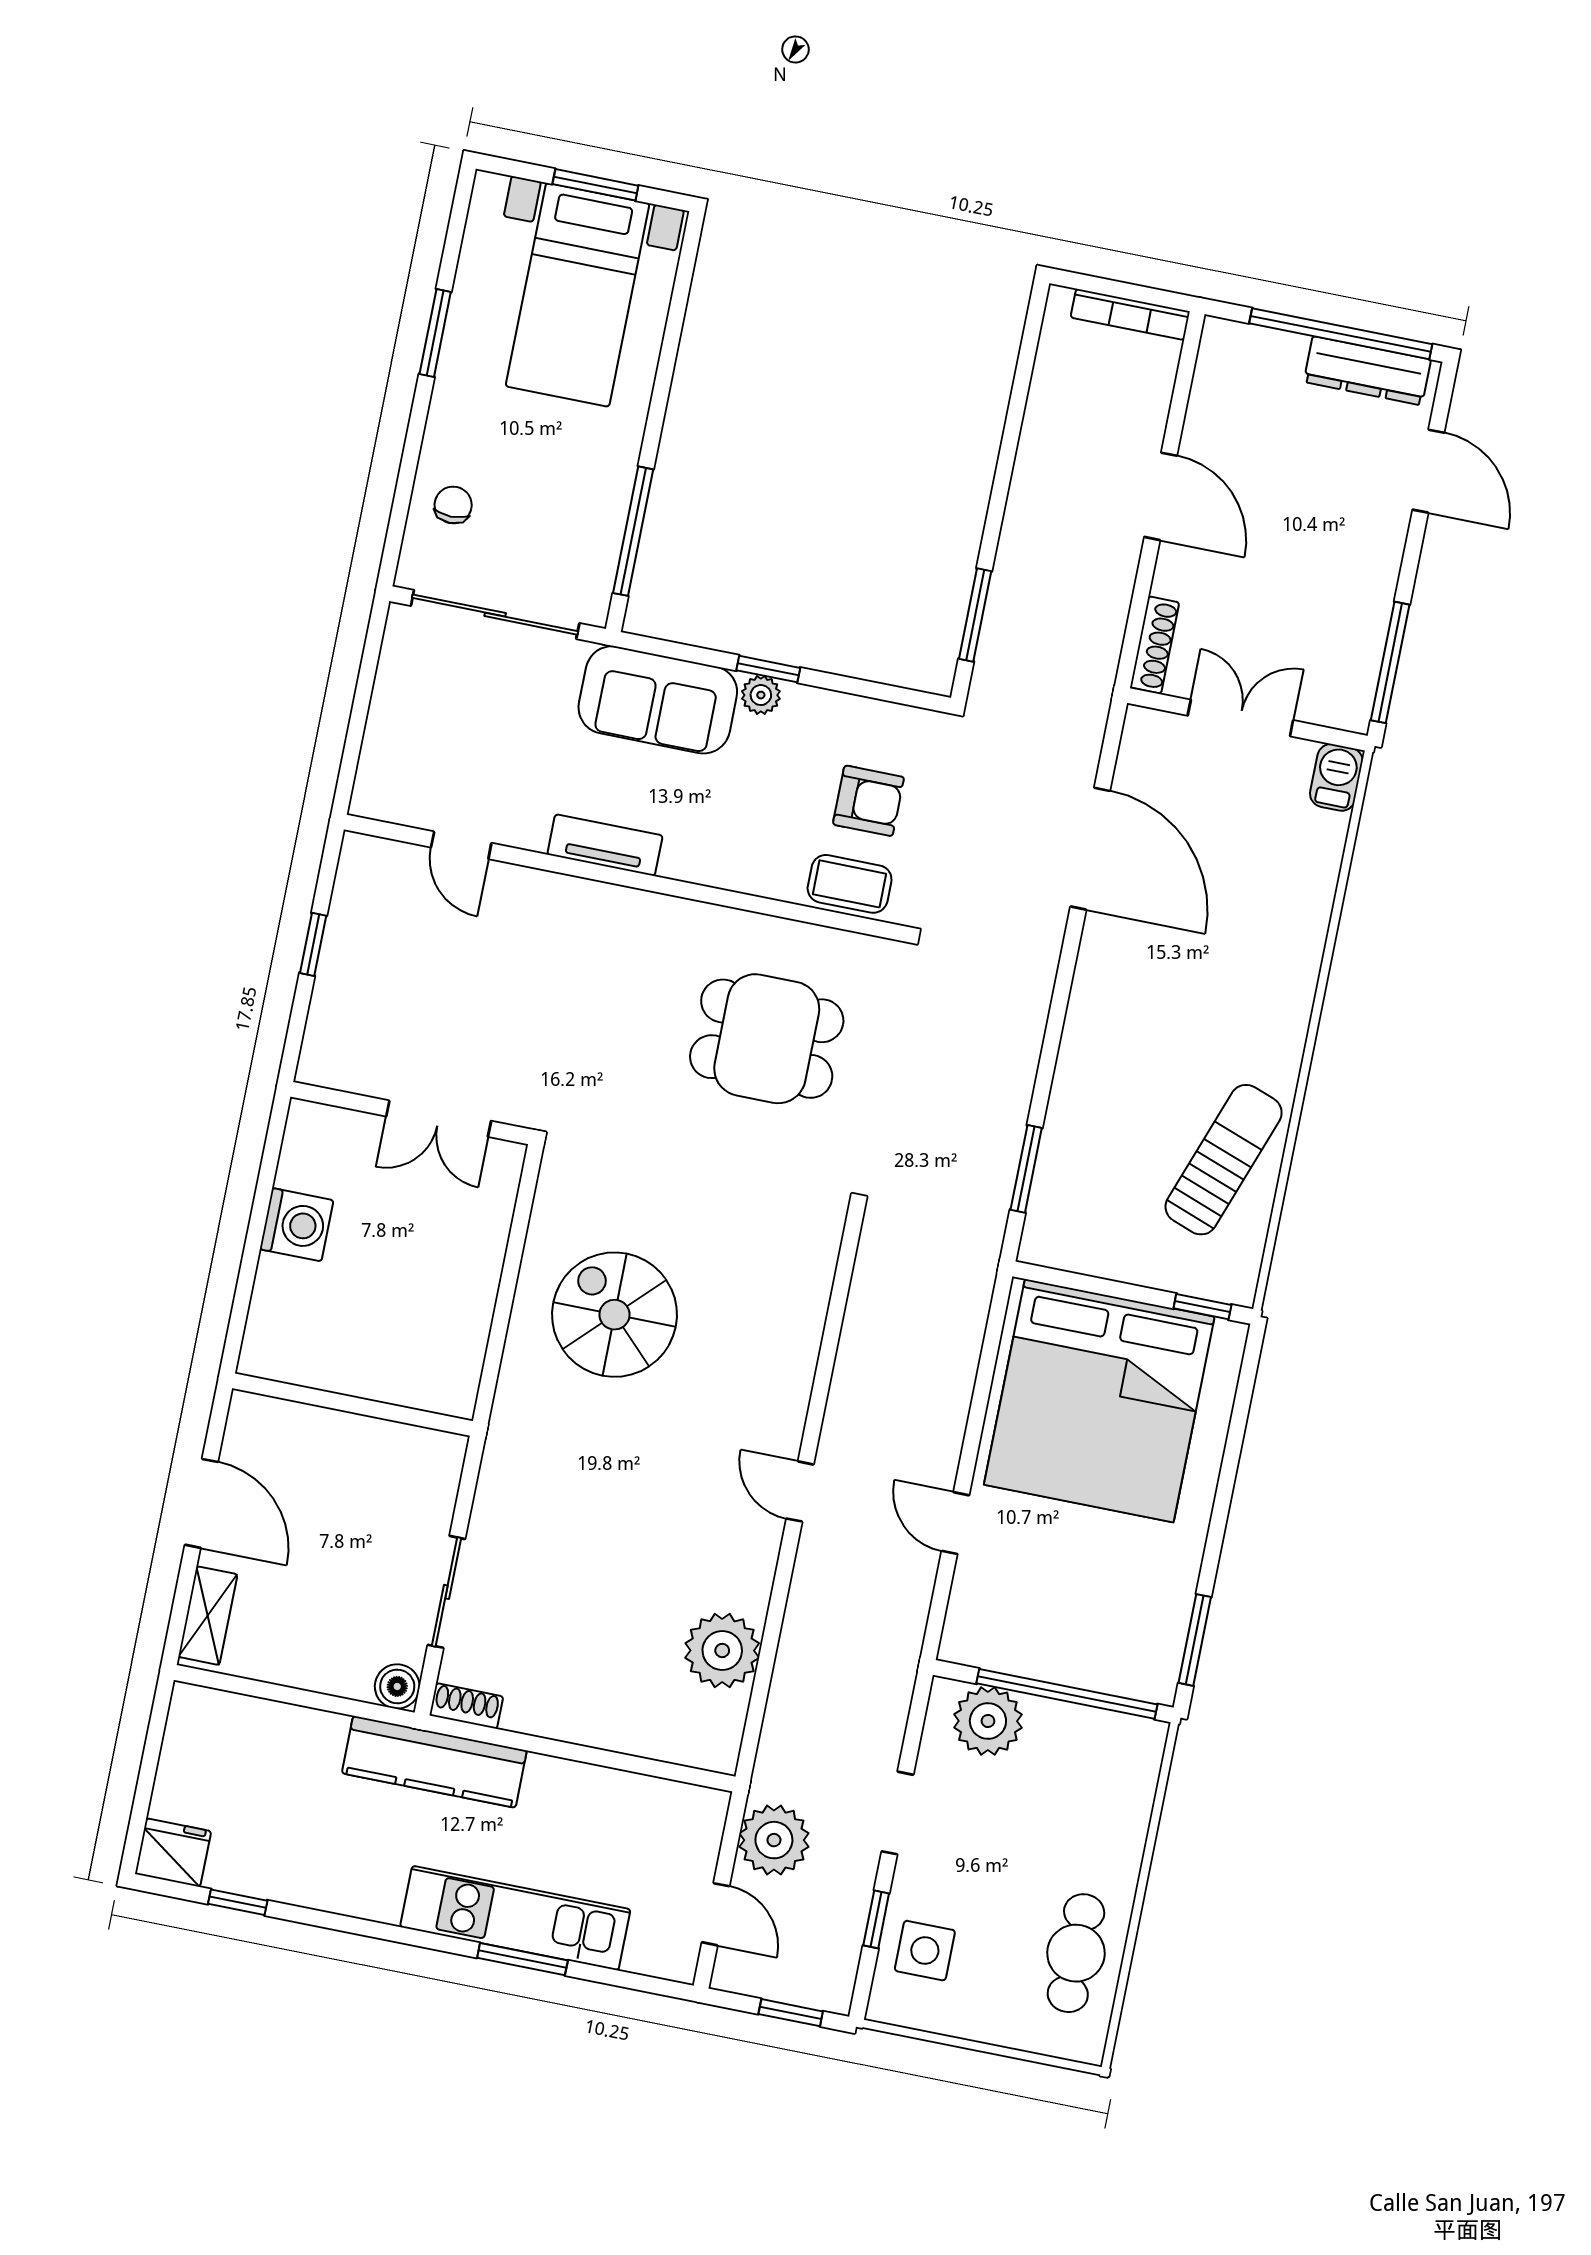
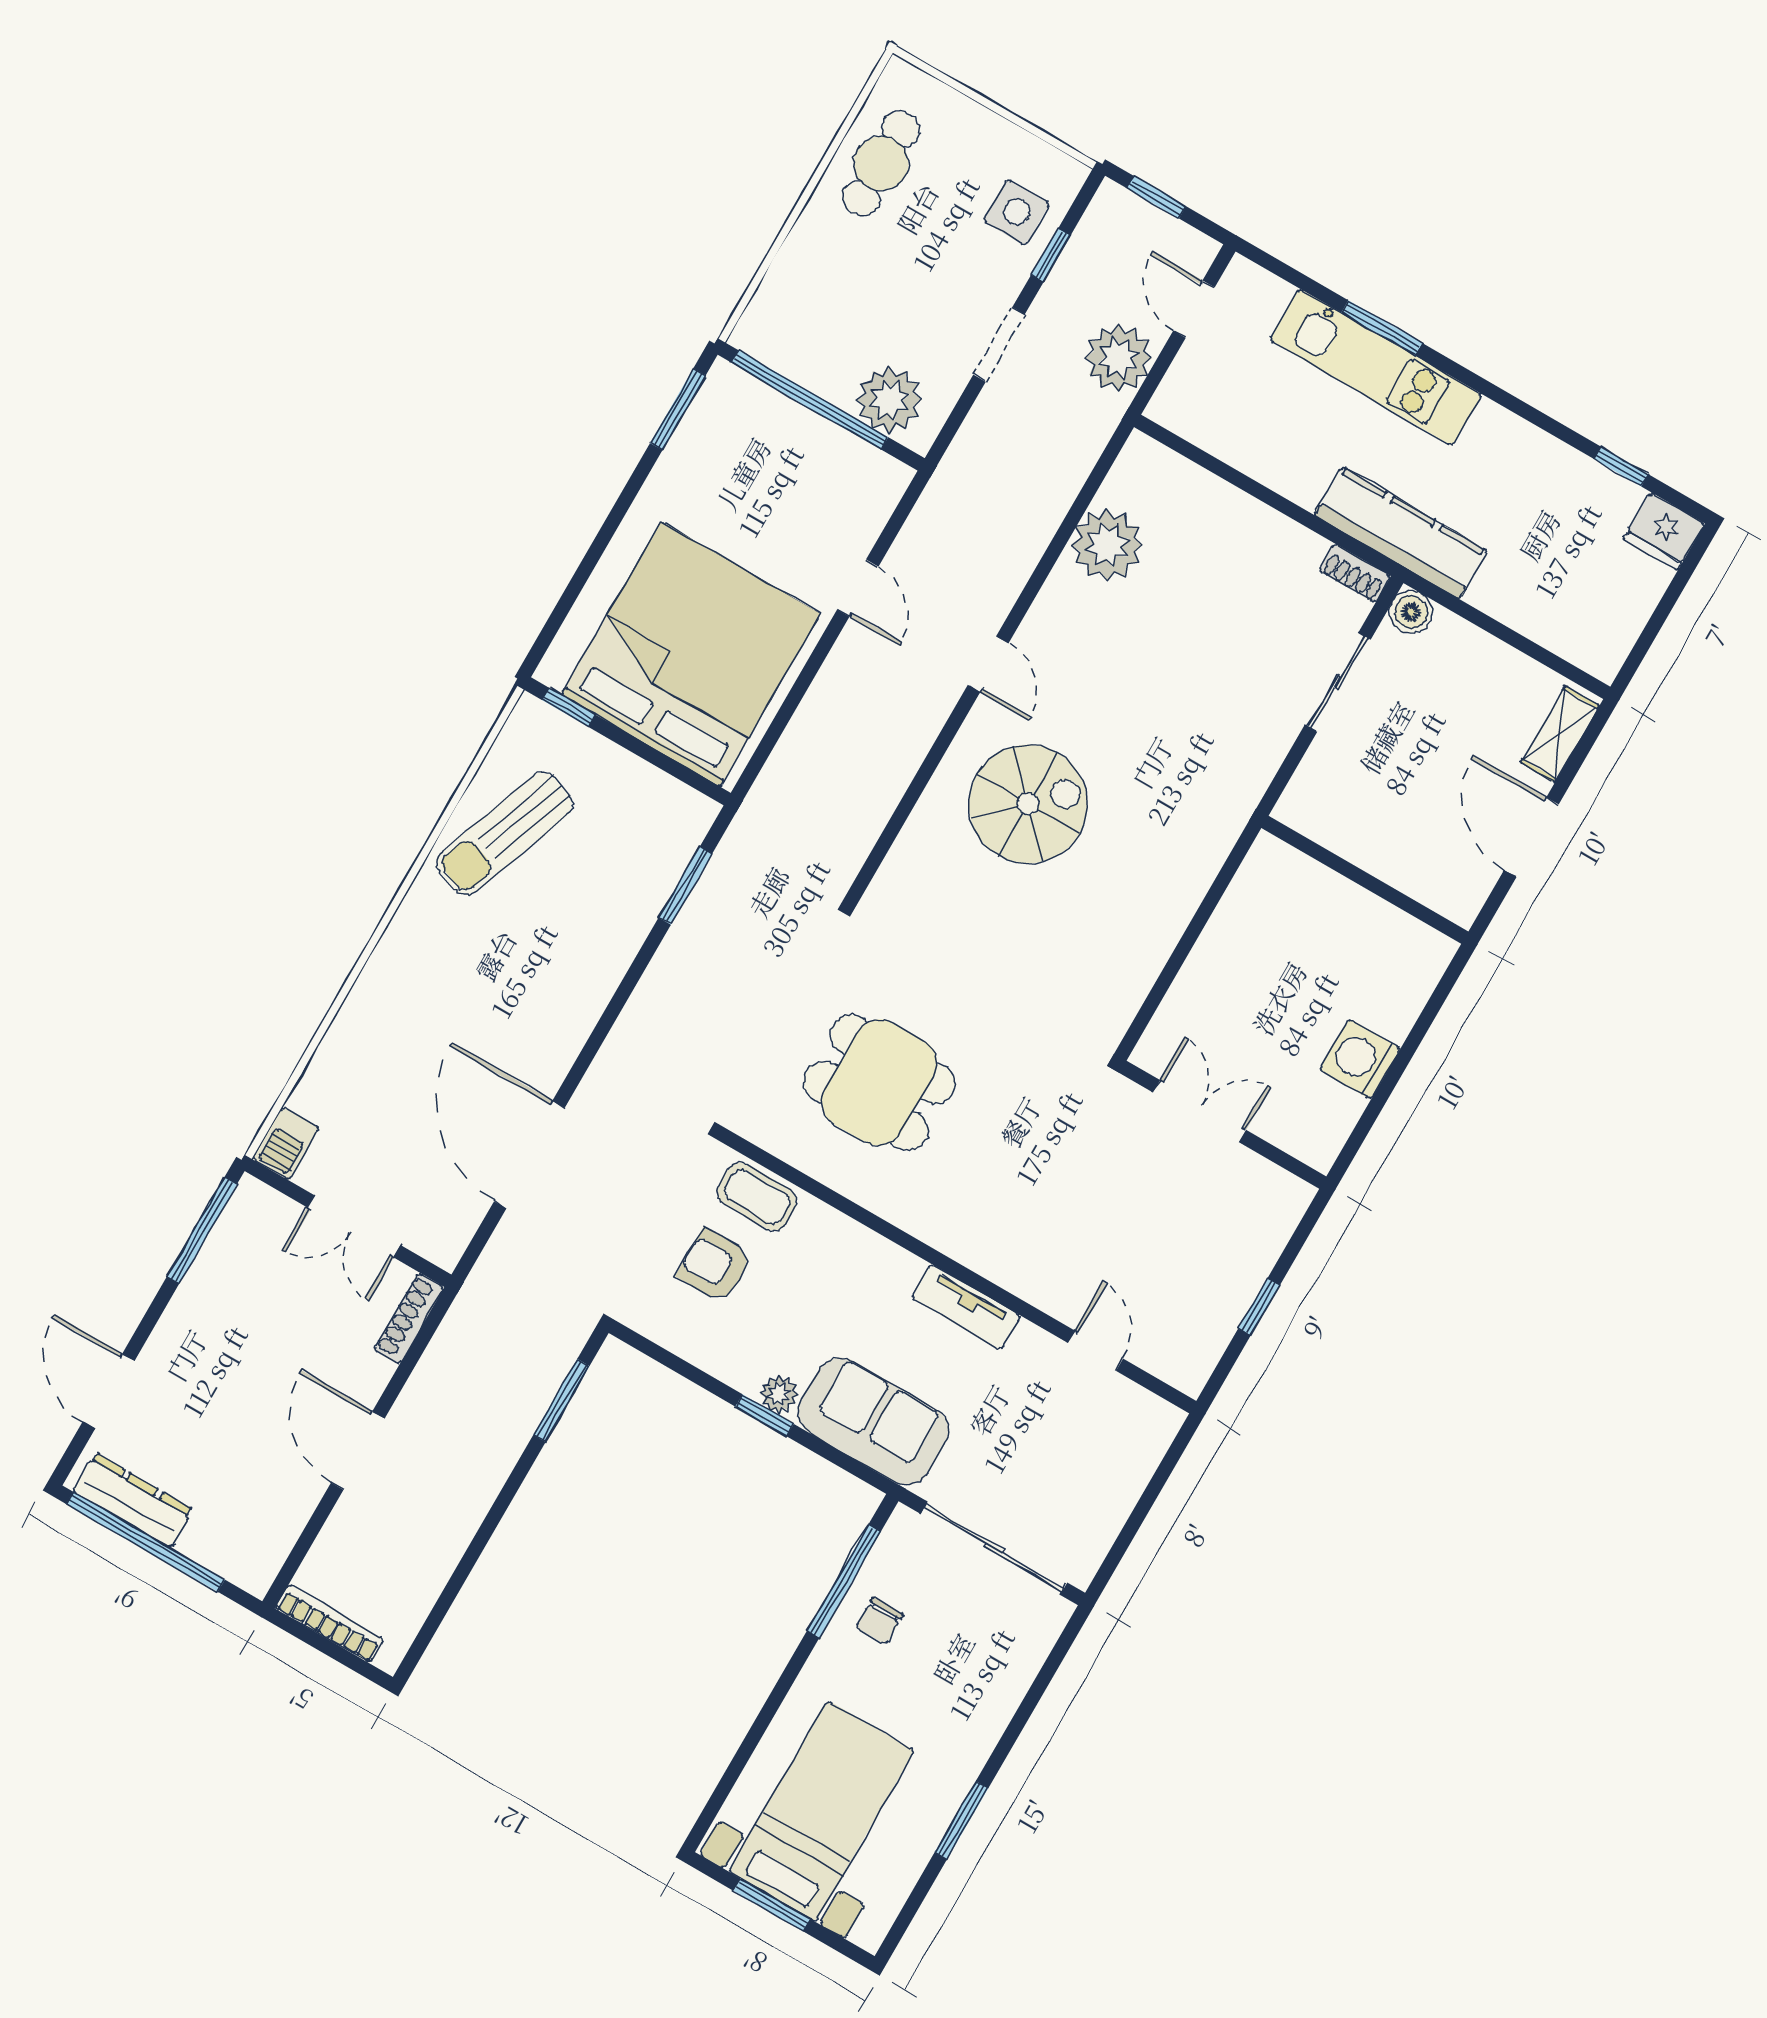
chair: (453, 505) -> (880, 1621), moved
spiral stairs: (615, 1315) -> (1028, 804), moved, turned -90

